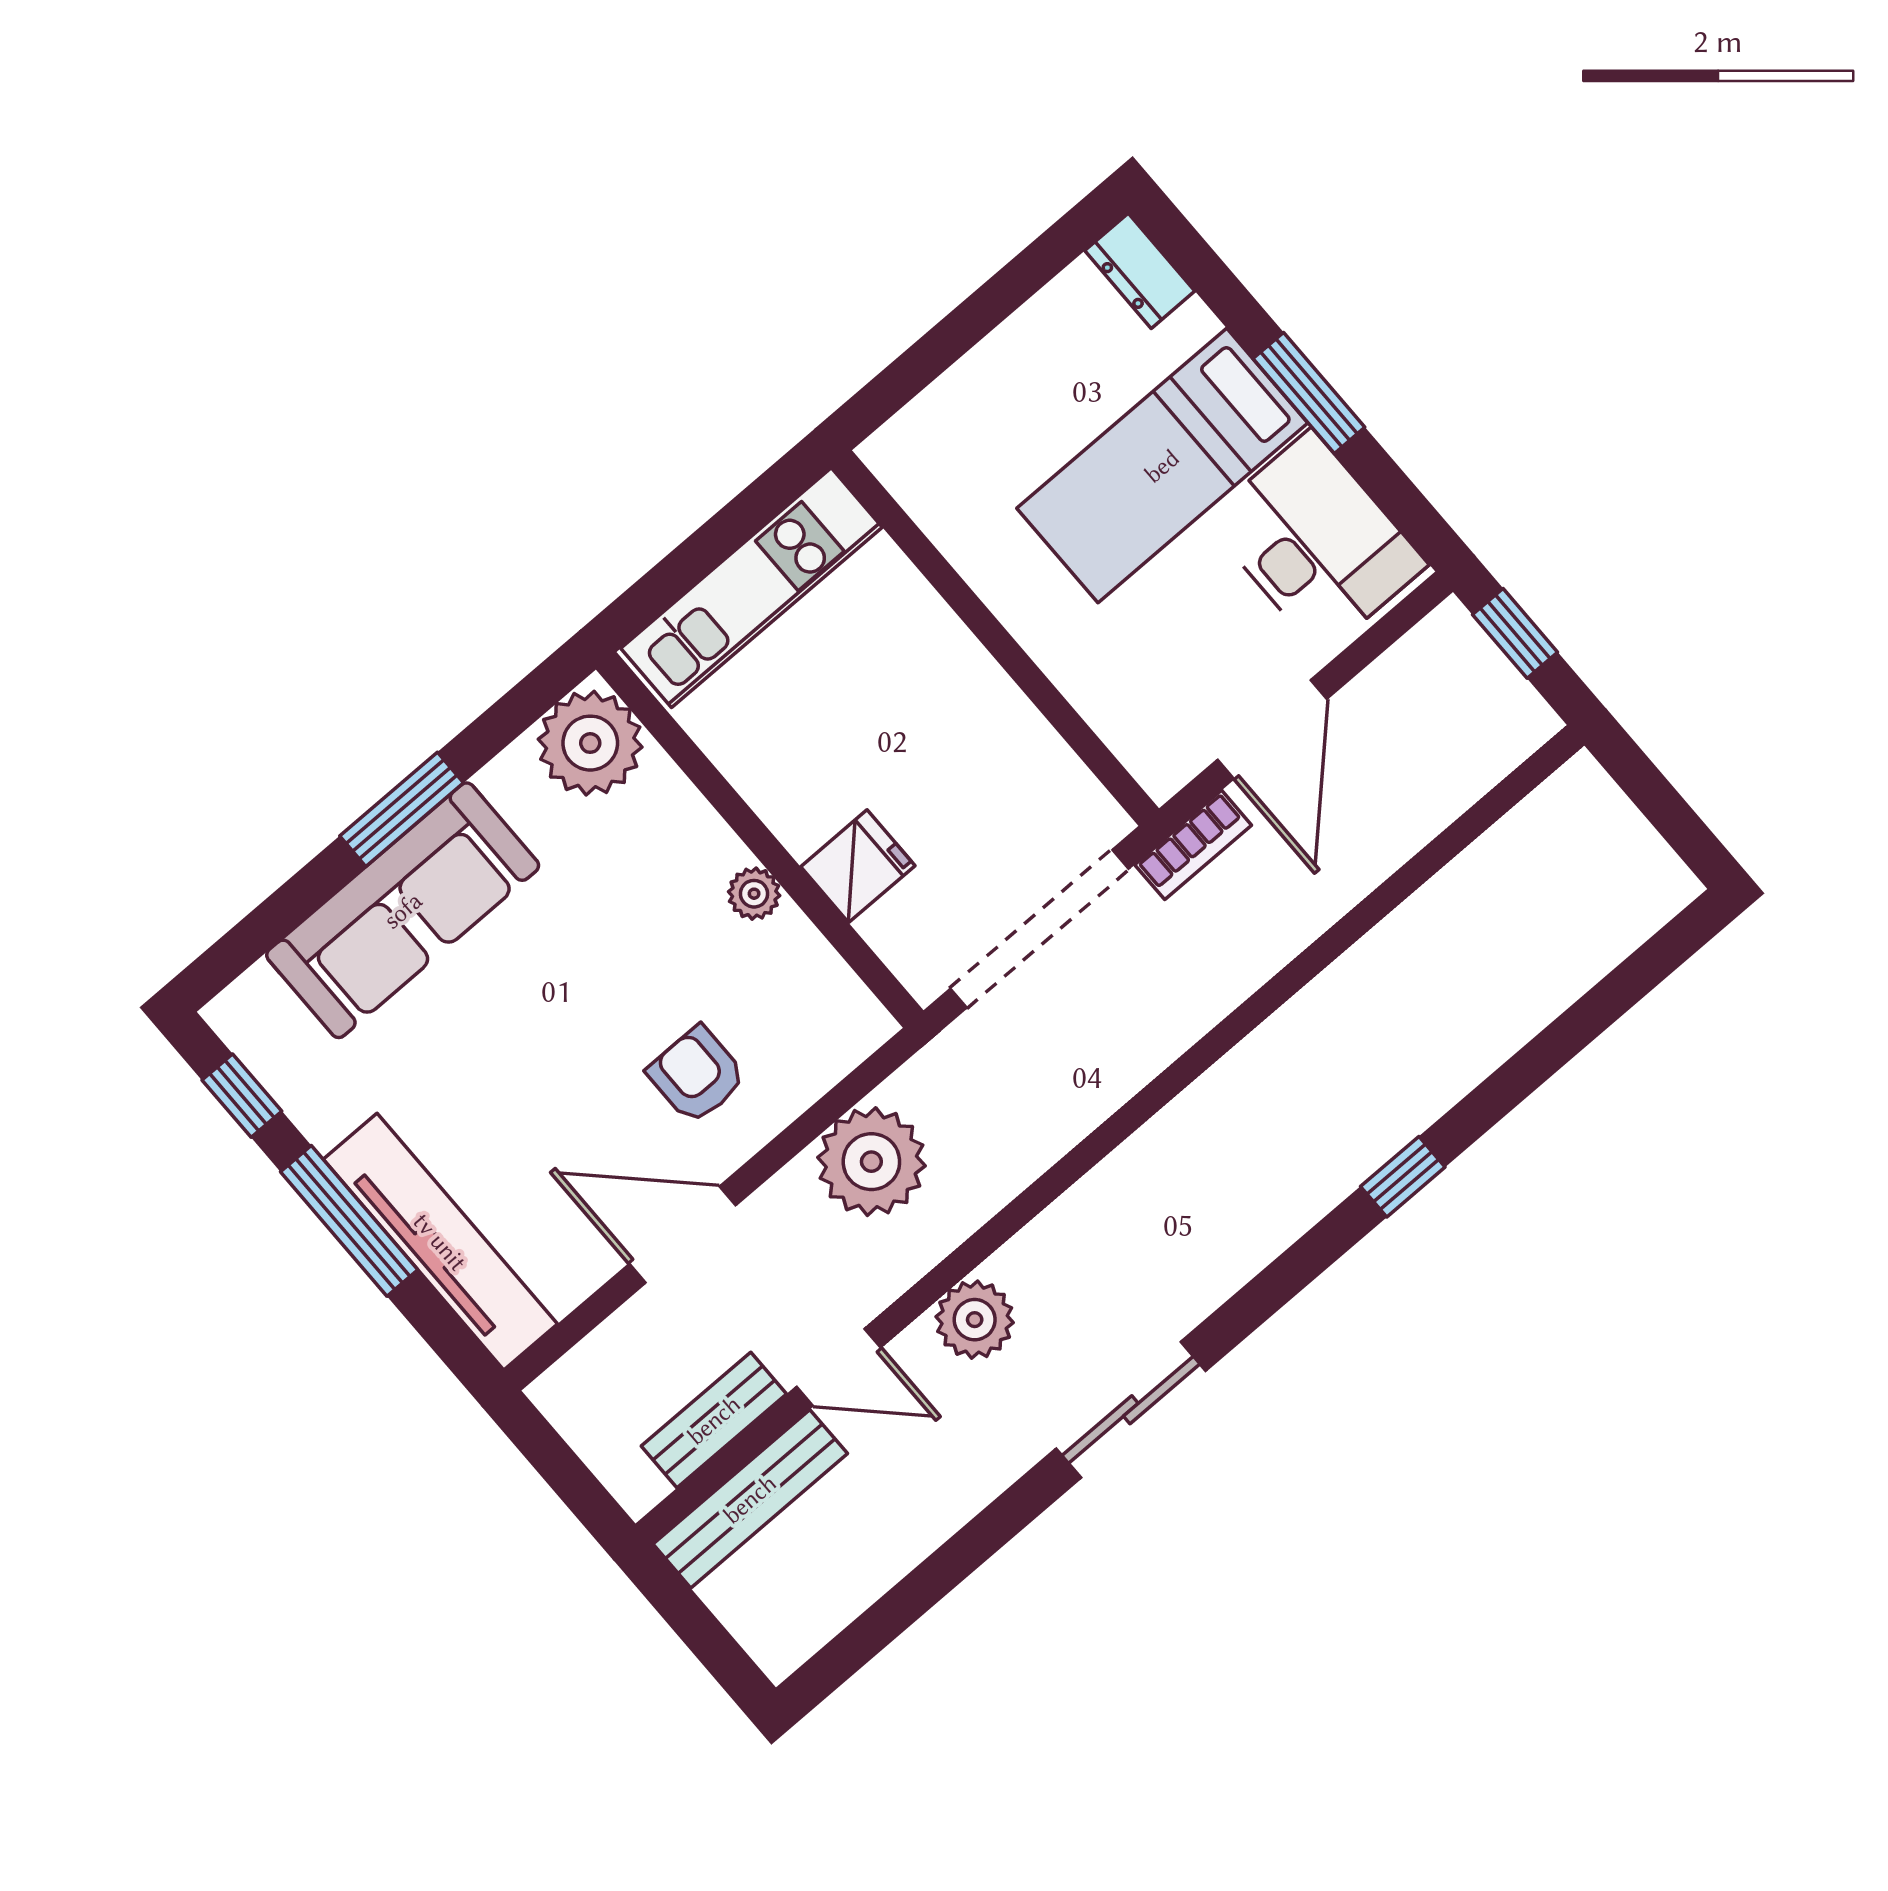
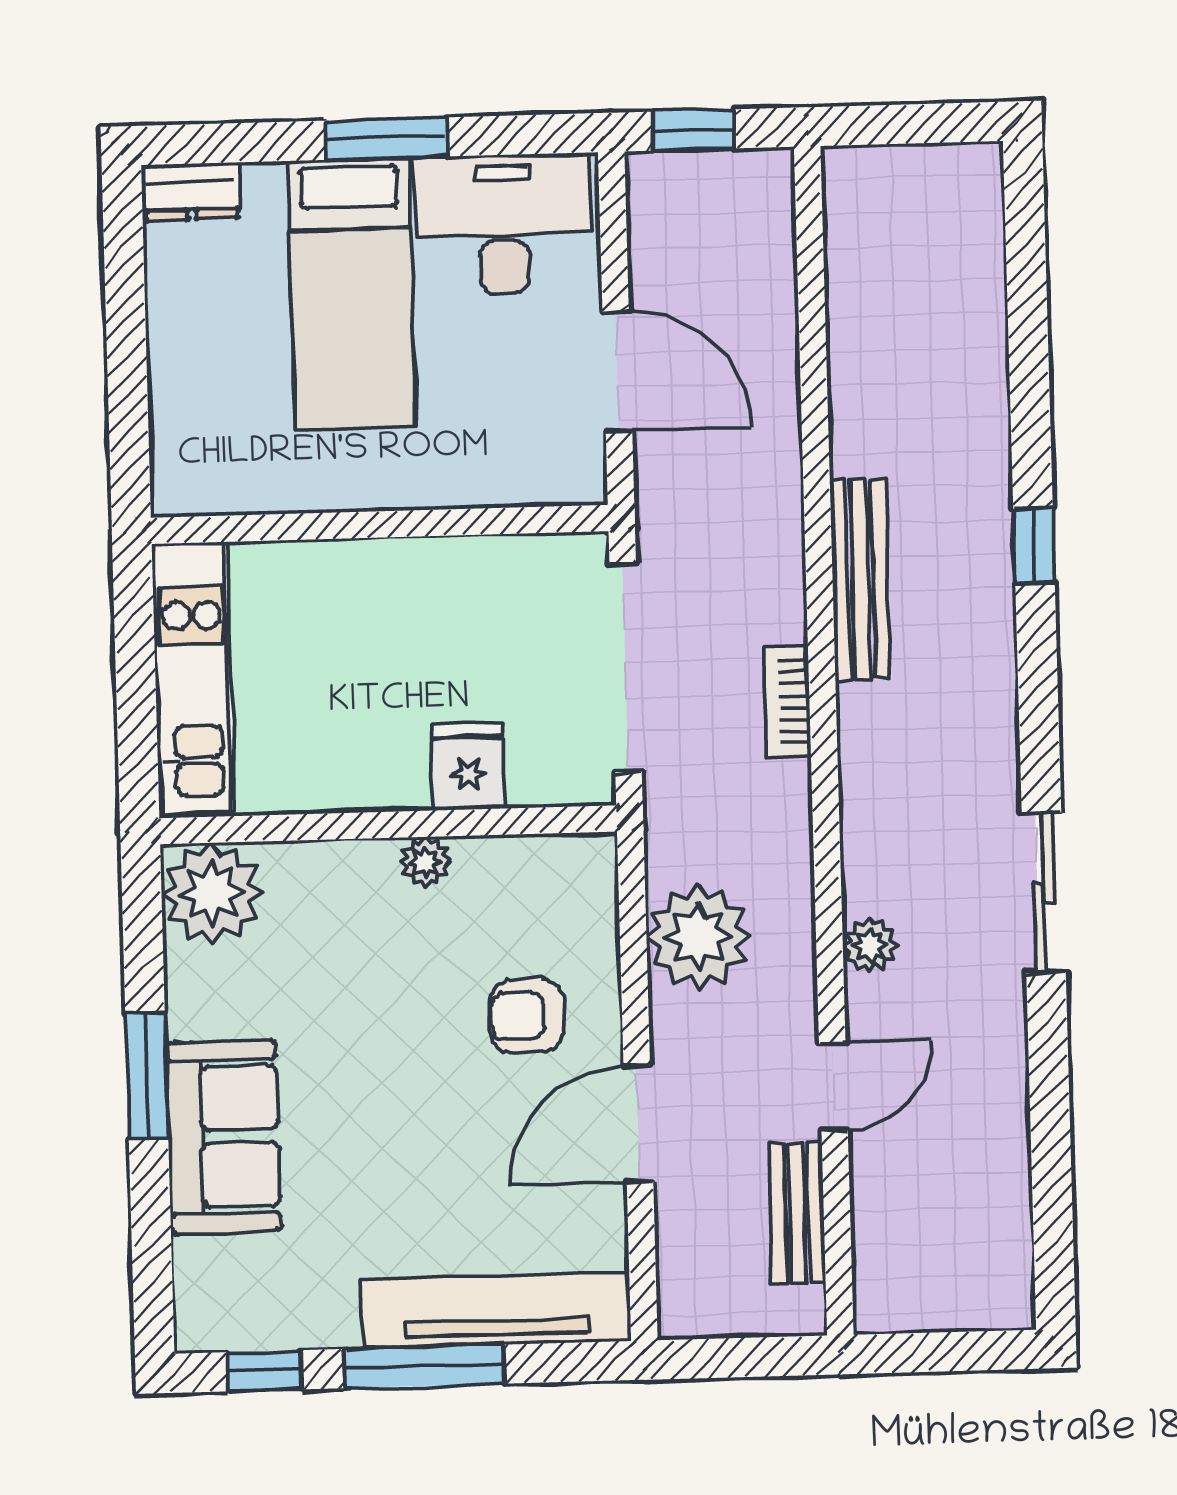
bookcase: (1193, 845) -> (787, 702), moved, turned 180
sofa: (403, 910) -> (223, 1137), width x0.73
plant: (975, 1320) -> (870, 946), width x0.73, depth x0.73
bench: (750, 1499) -> (860, 580), moved

